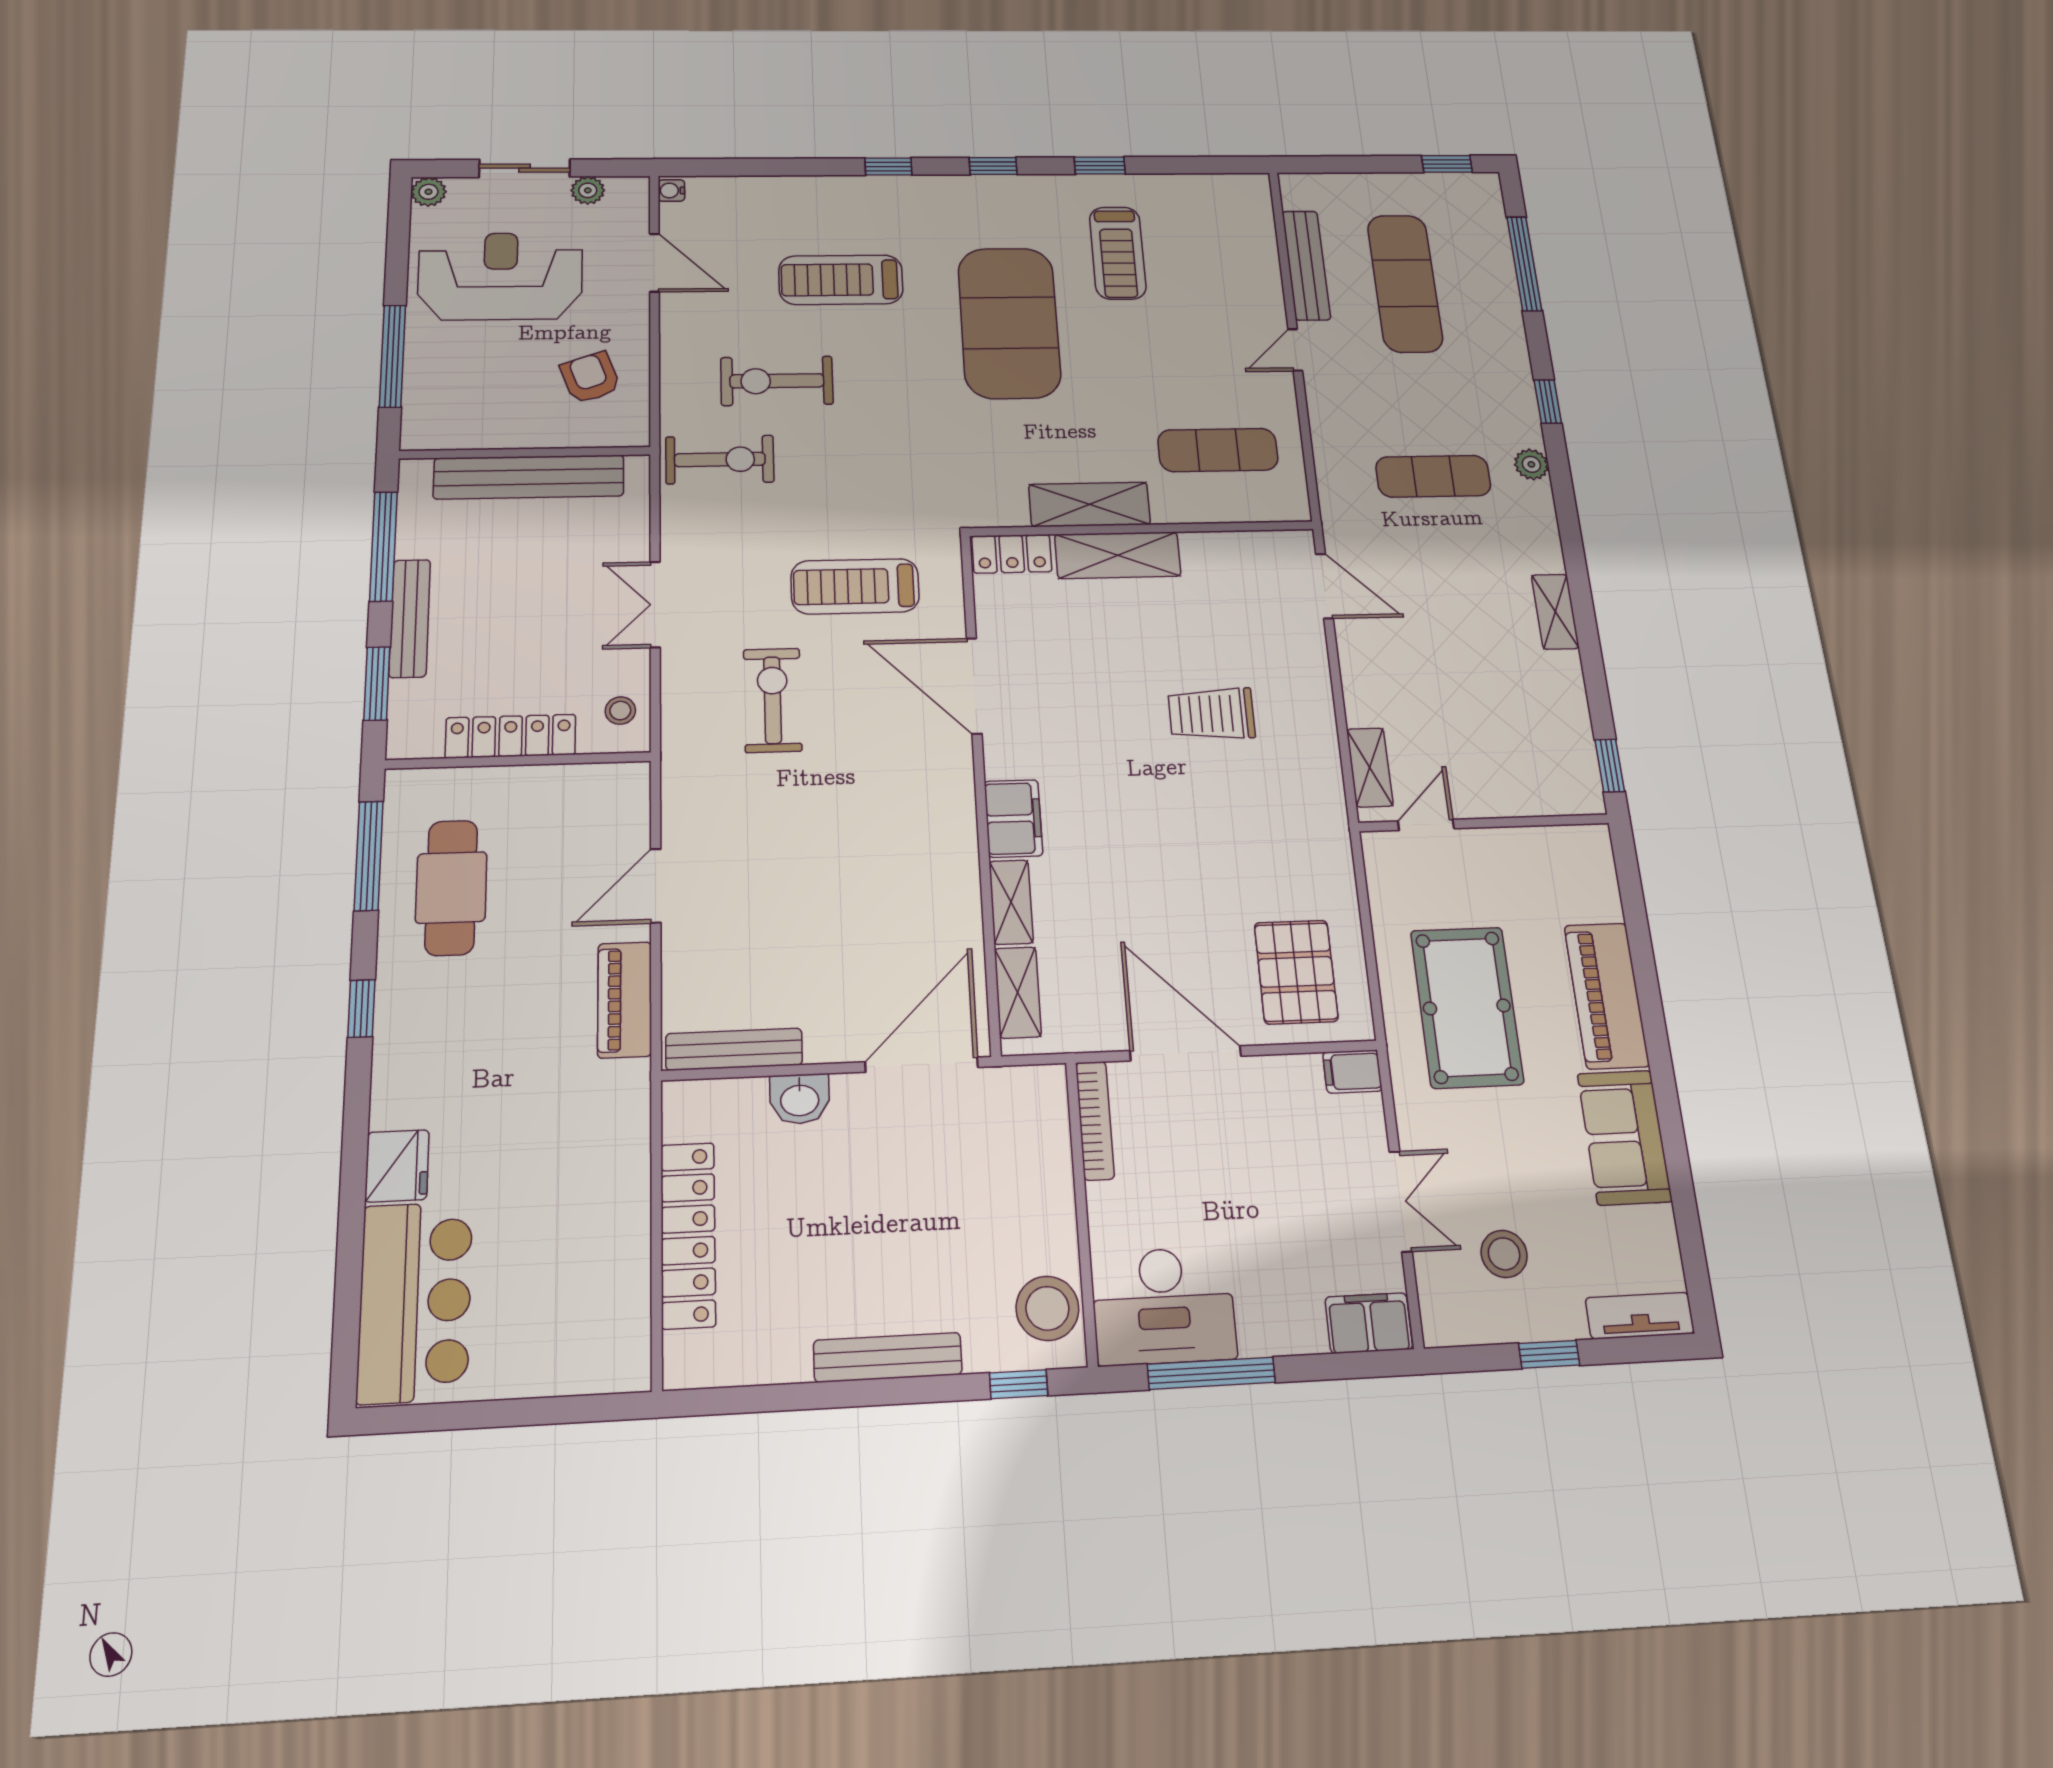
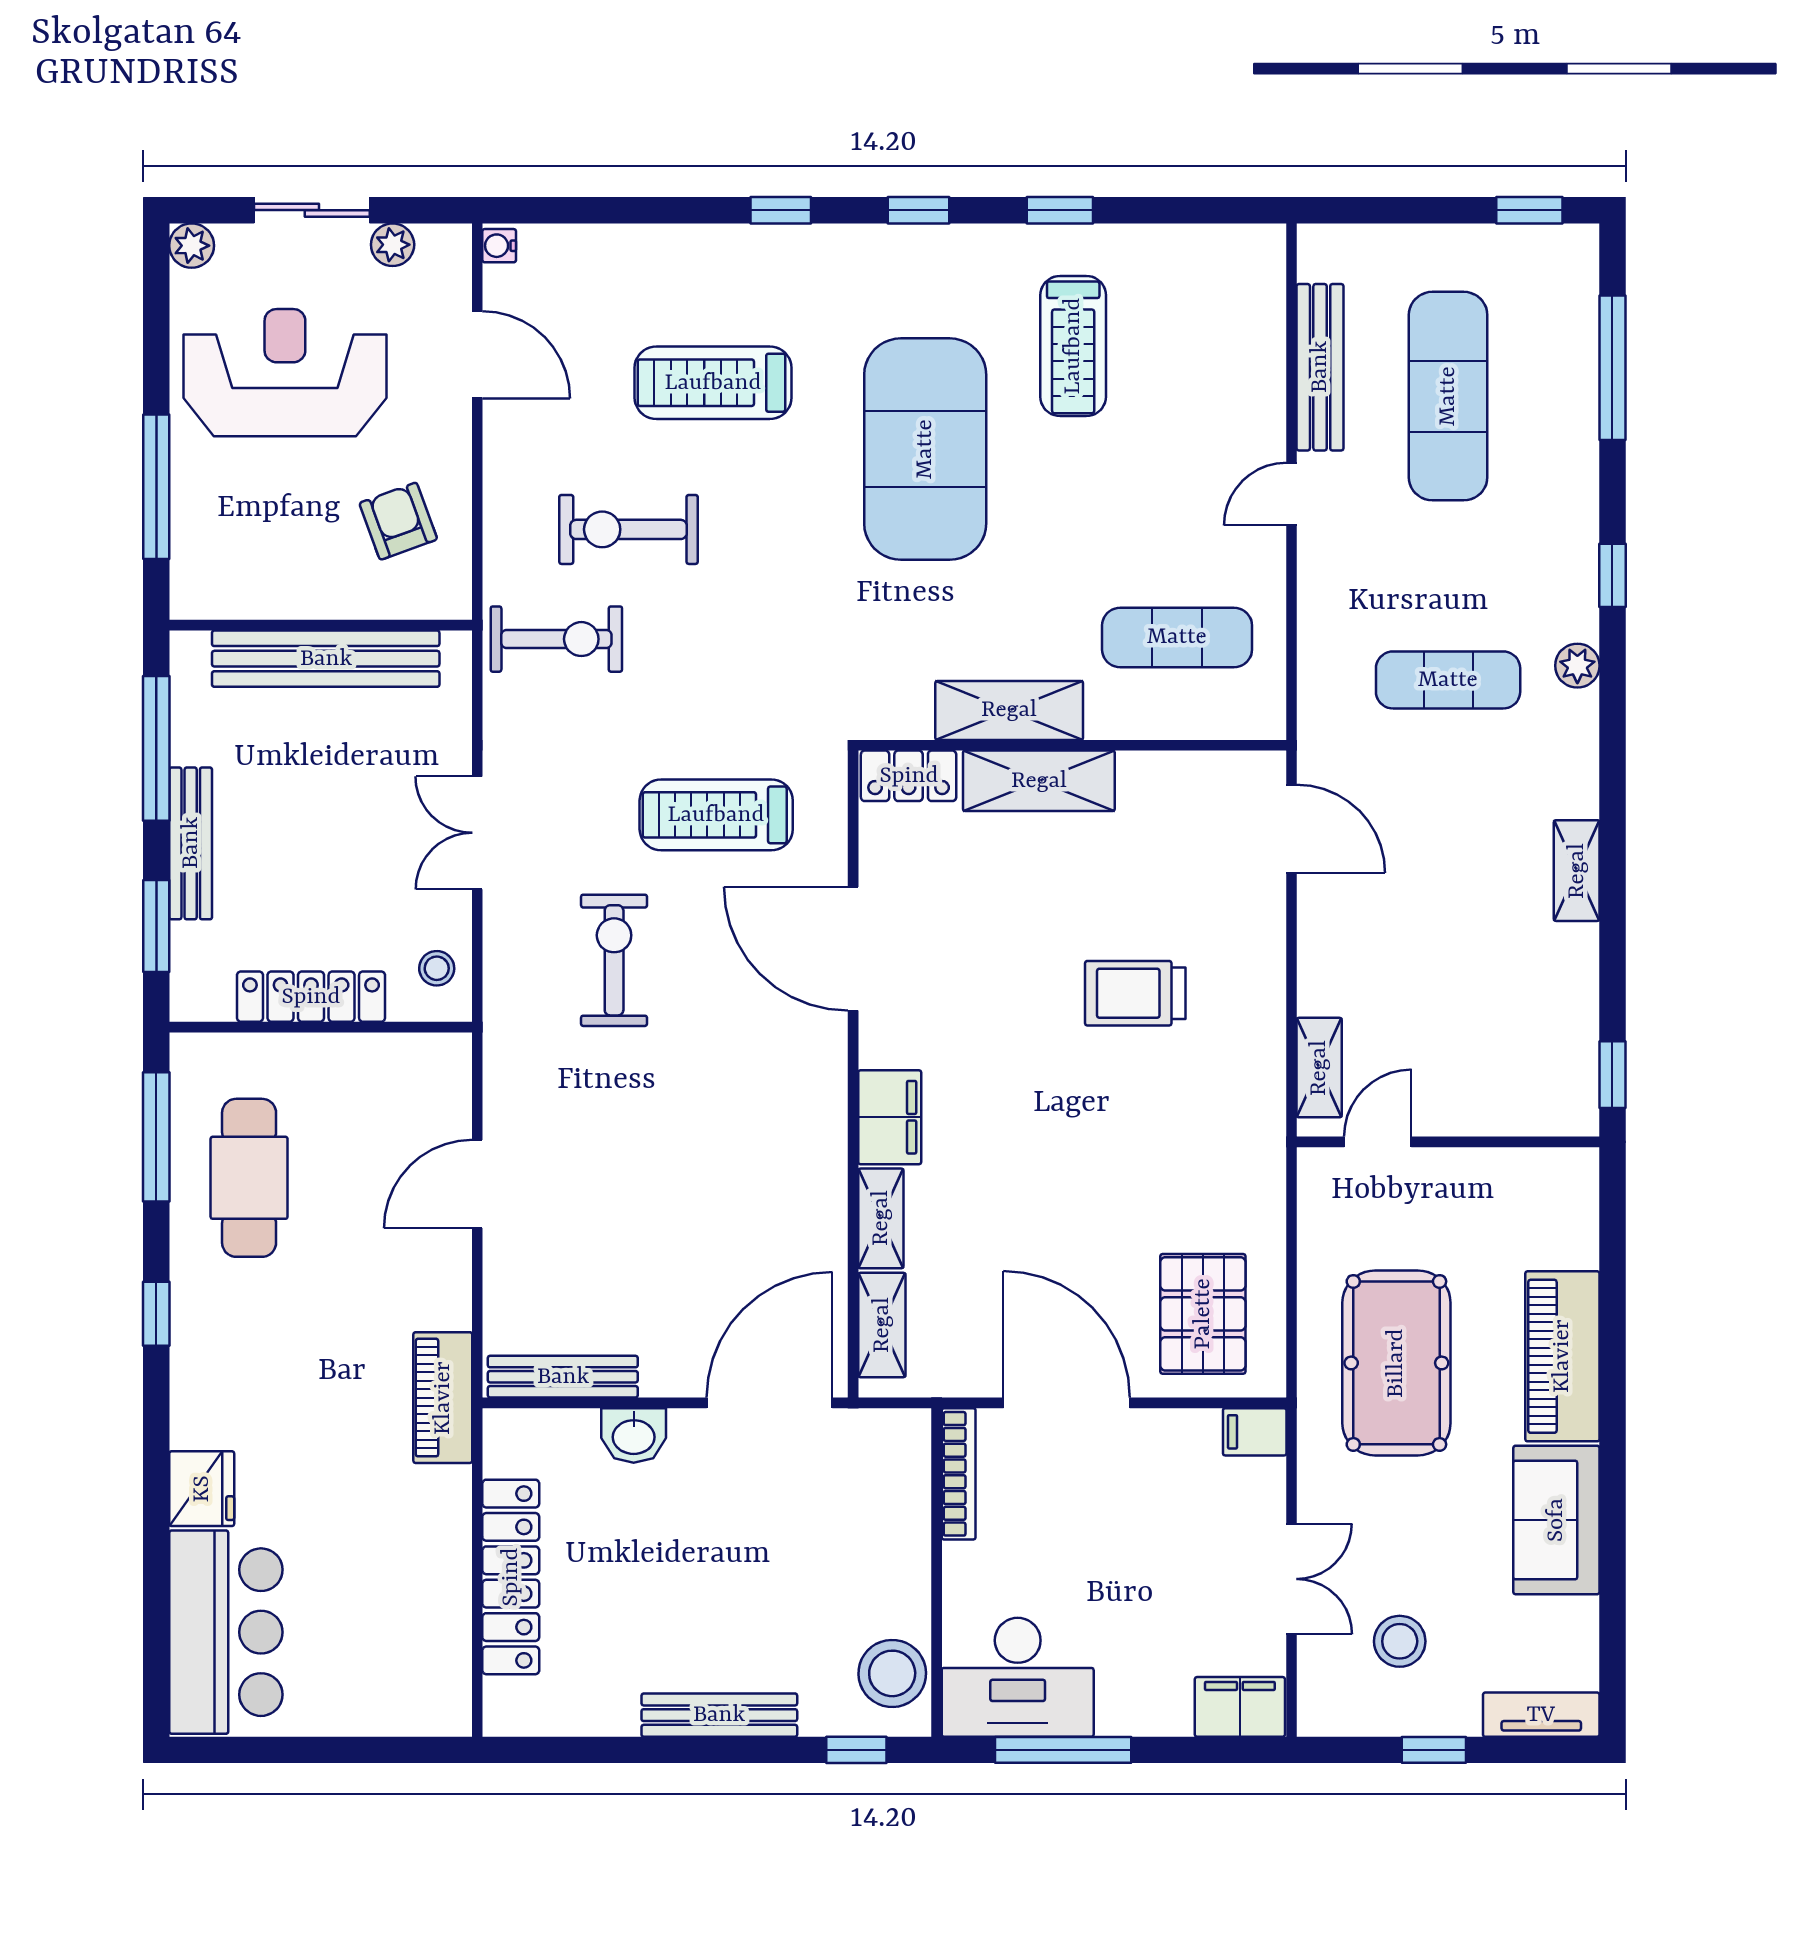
piano: (625, 1000) -> (443, 1398), moved

